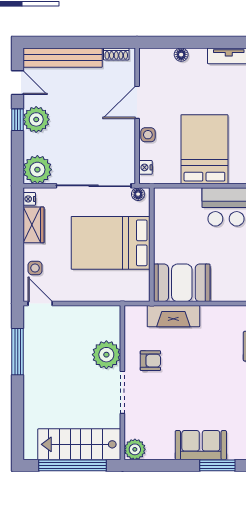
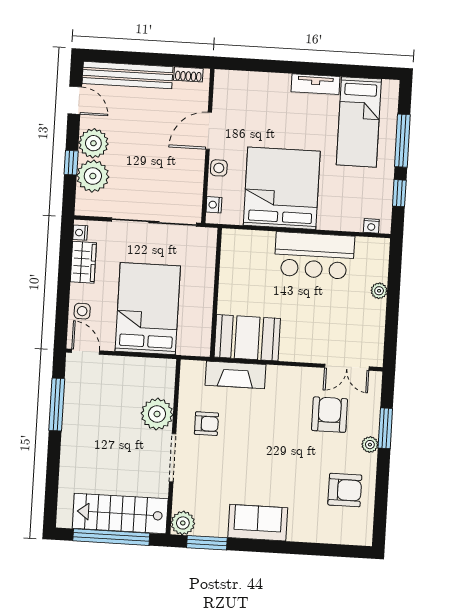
floor lamp: (181, 55) -> (262, 80), removed
window: (18, 120) -> (71, 163), moved
bed: (204, 149) -> (282, 188), width x1.36
plant: (37, 170) -> (93, 176), moved
floor lamp: (138, 194) -> (204, 234), removed
bed: (111, 243) -> (148, 309), moved, turned 90
window: (217, 465) -> (207, 543), moved

